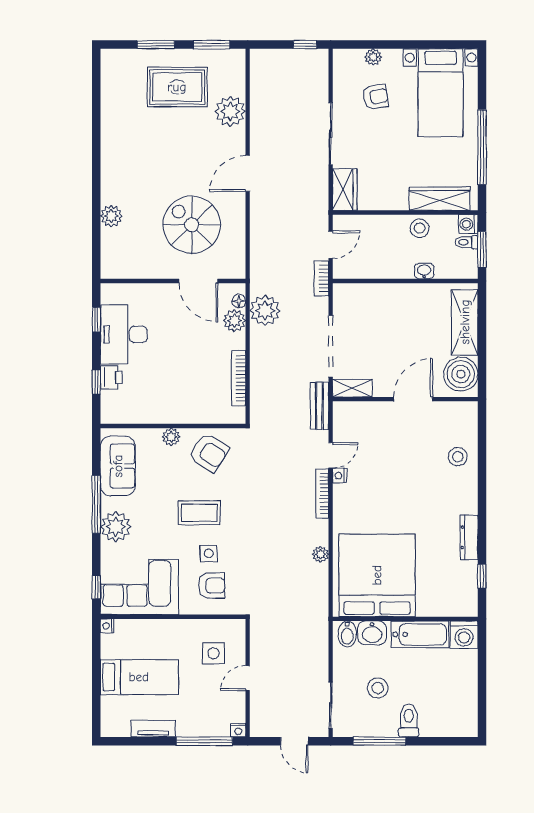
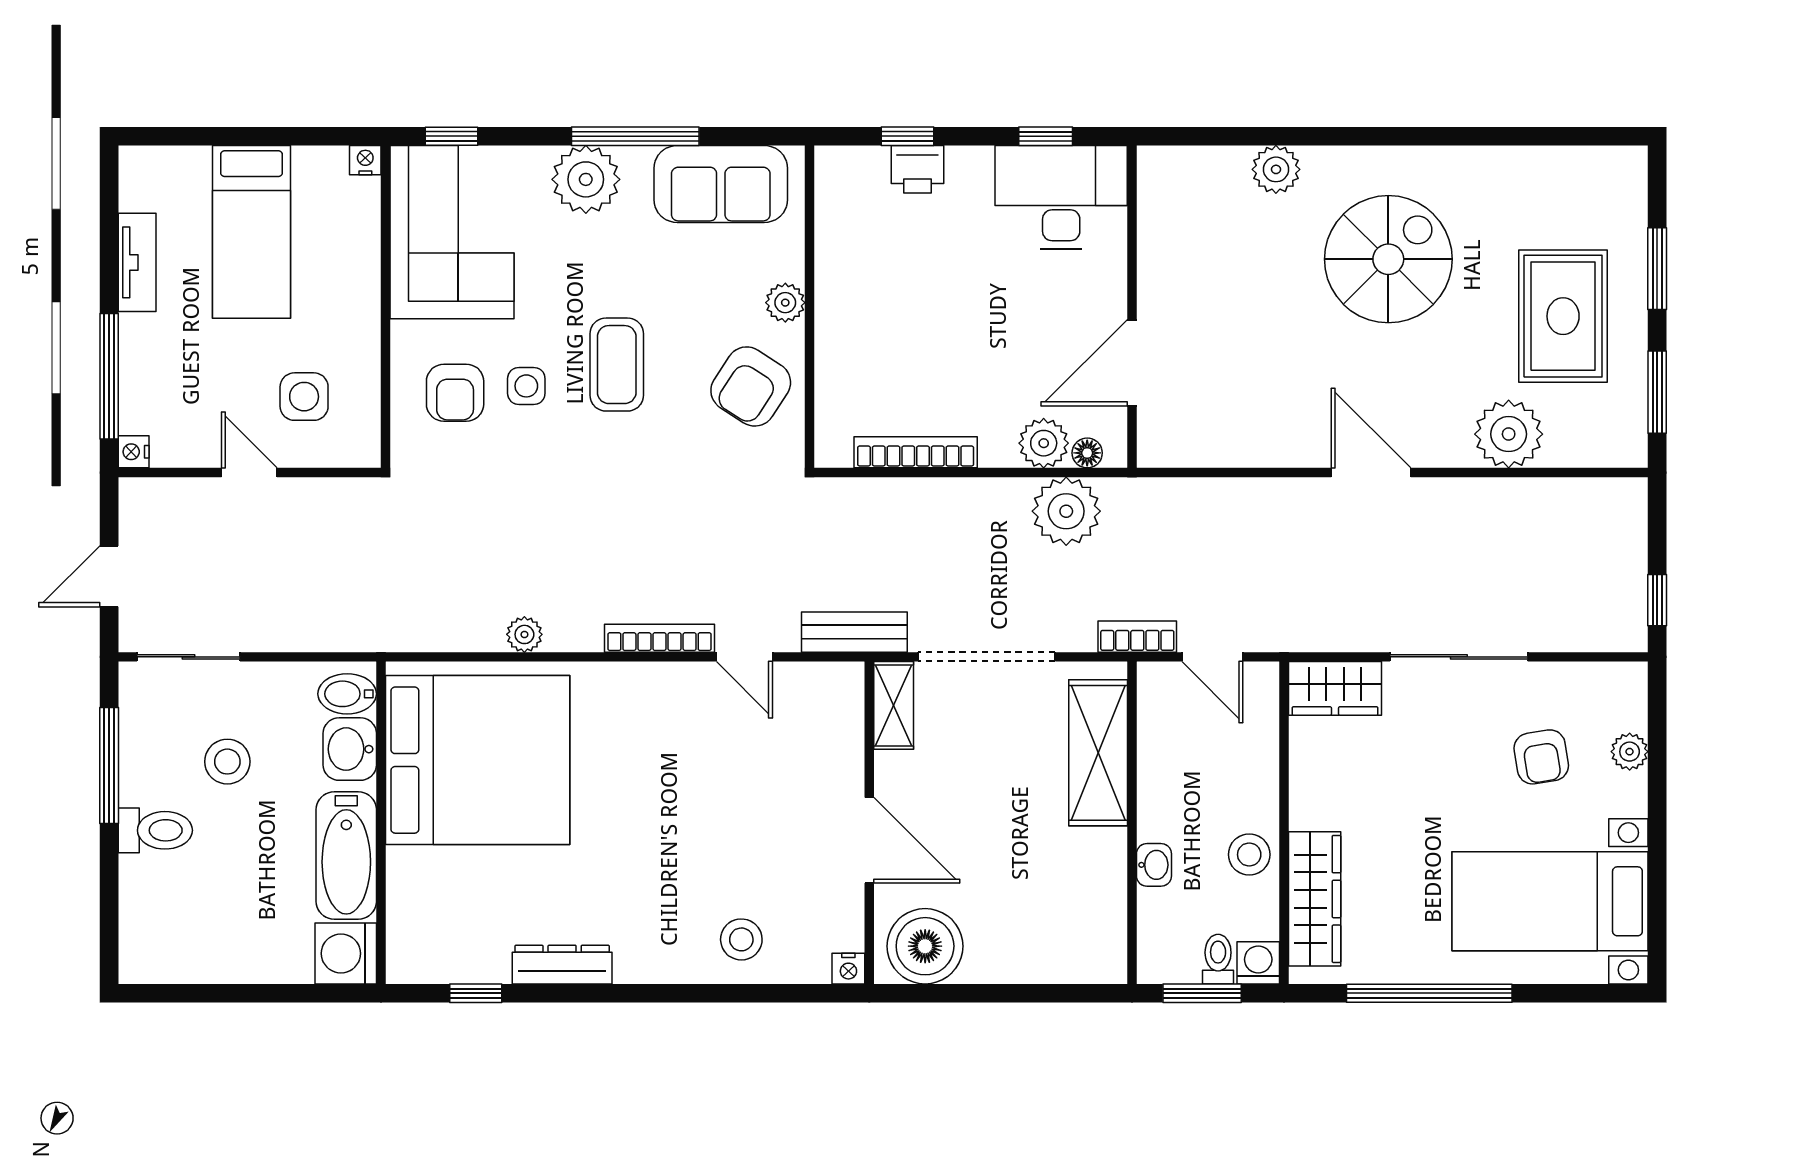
spiral stairs: (192, 225) -> (1388, 259), moved
shelving: (465, 322) -> (1098, 753), moved, turned 90
desk: (124, 334) -> (1061, 197), moved
nightstand: (340, 476) -> (848, 969), moved, turned 180

